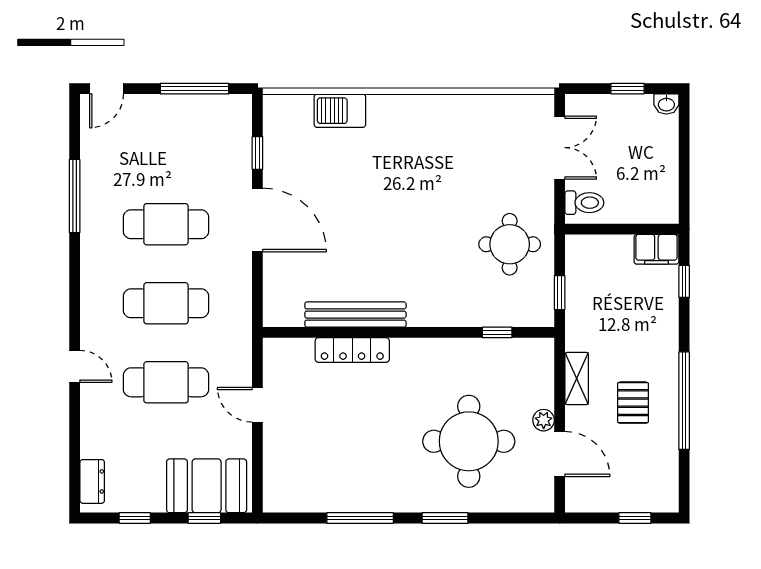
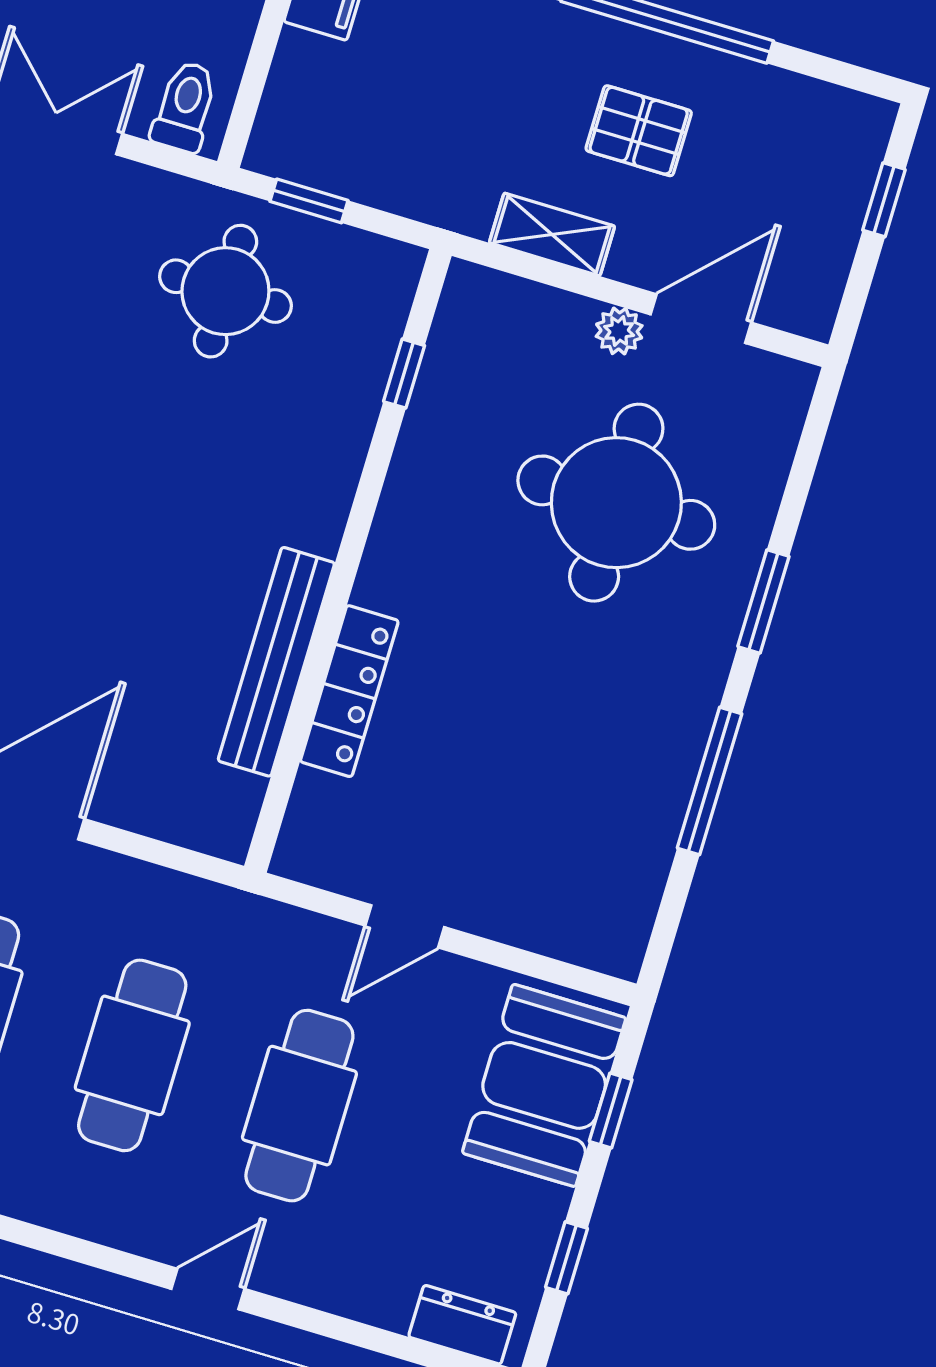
window: (560, 293) -> (309, 201), moved

